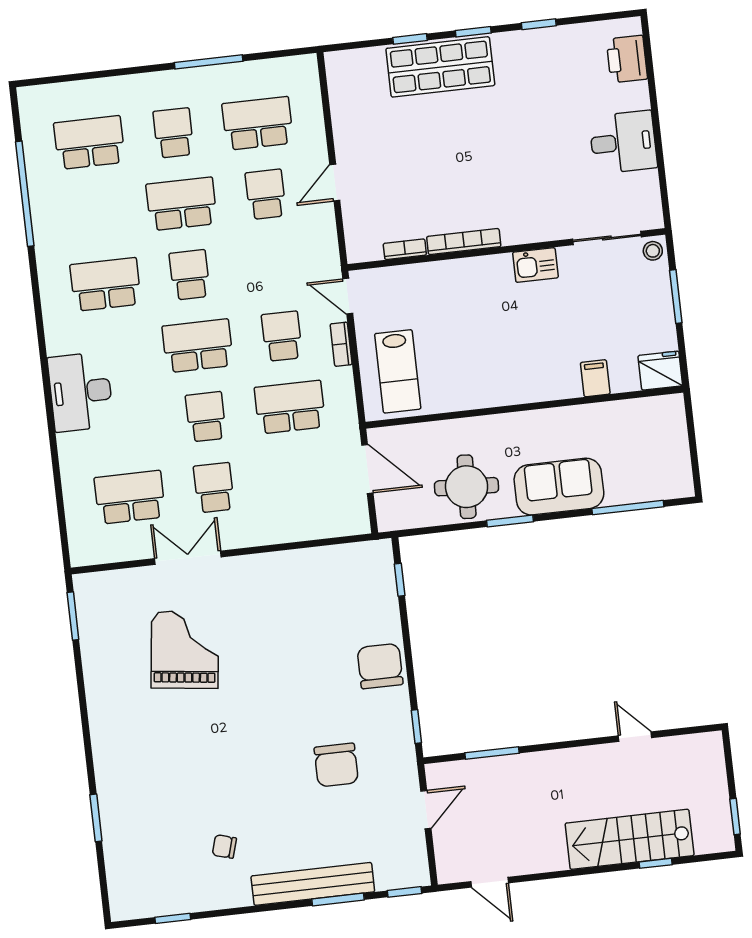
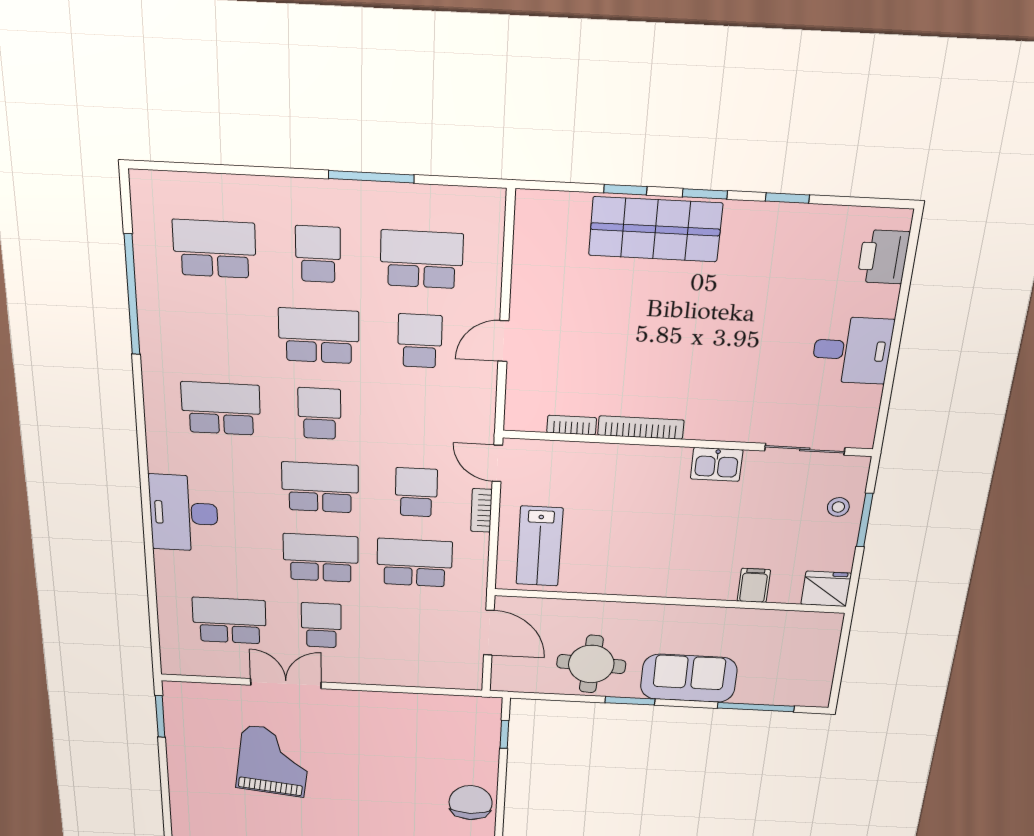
stool: (653, 251) -> (838, 507), moved
school desk: (206, 417) -> (321, 558), width x1.85

